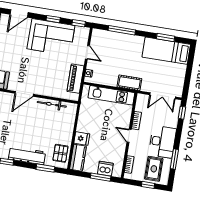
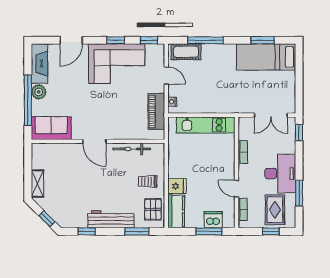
cot: (129, 83) -> (186, 52), moved
door: (24, 94) -> (94, 141), hinge flipped
trolley: (60, 131) -> (148, 181), added
door: (129, 136) -> (237, 189), moved

